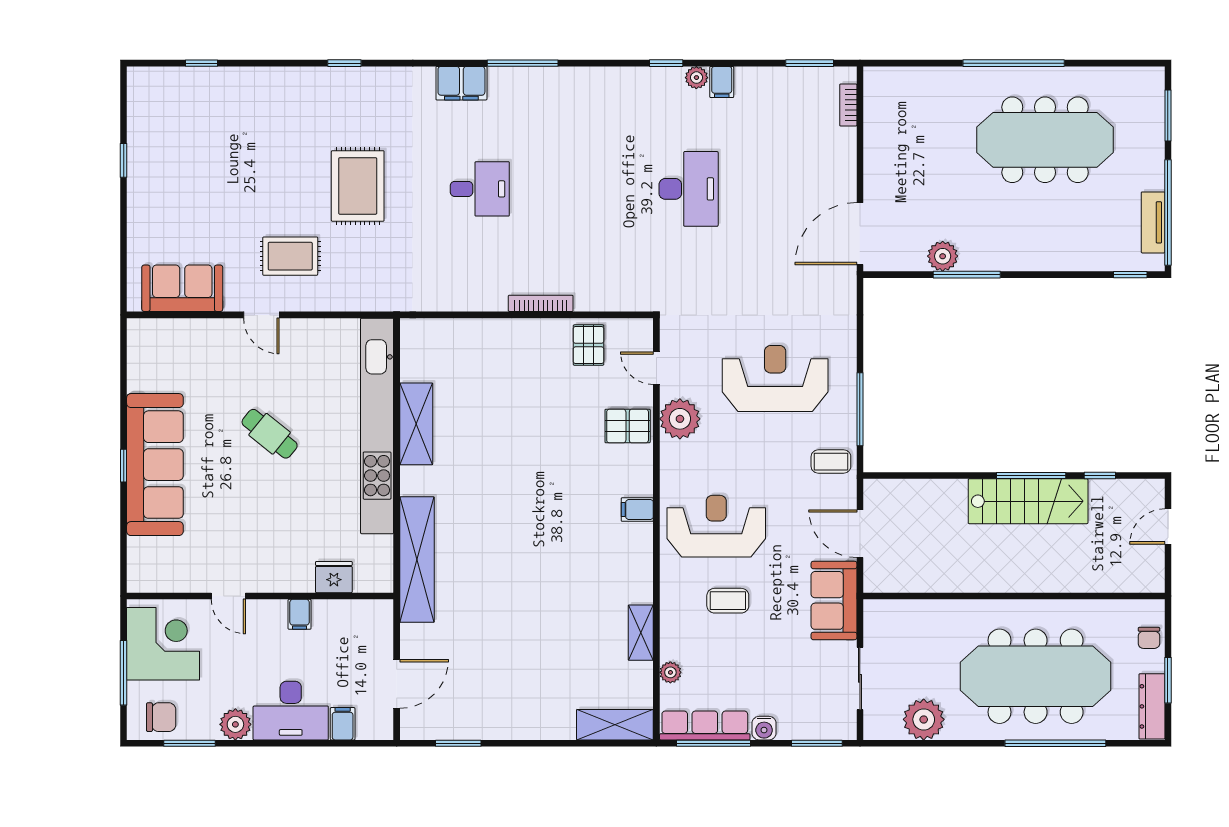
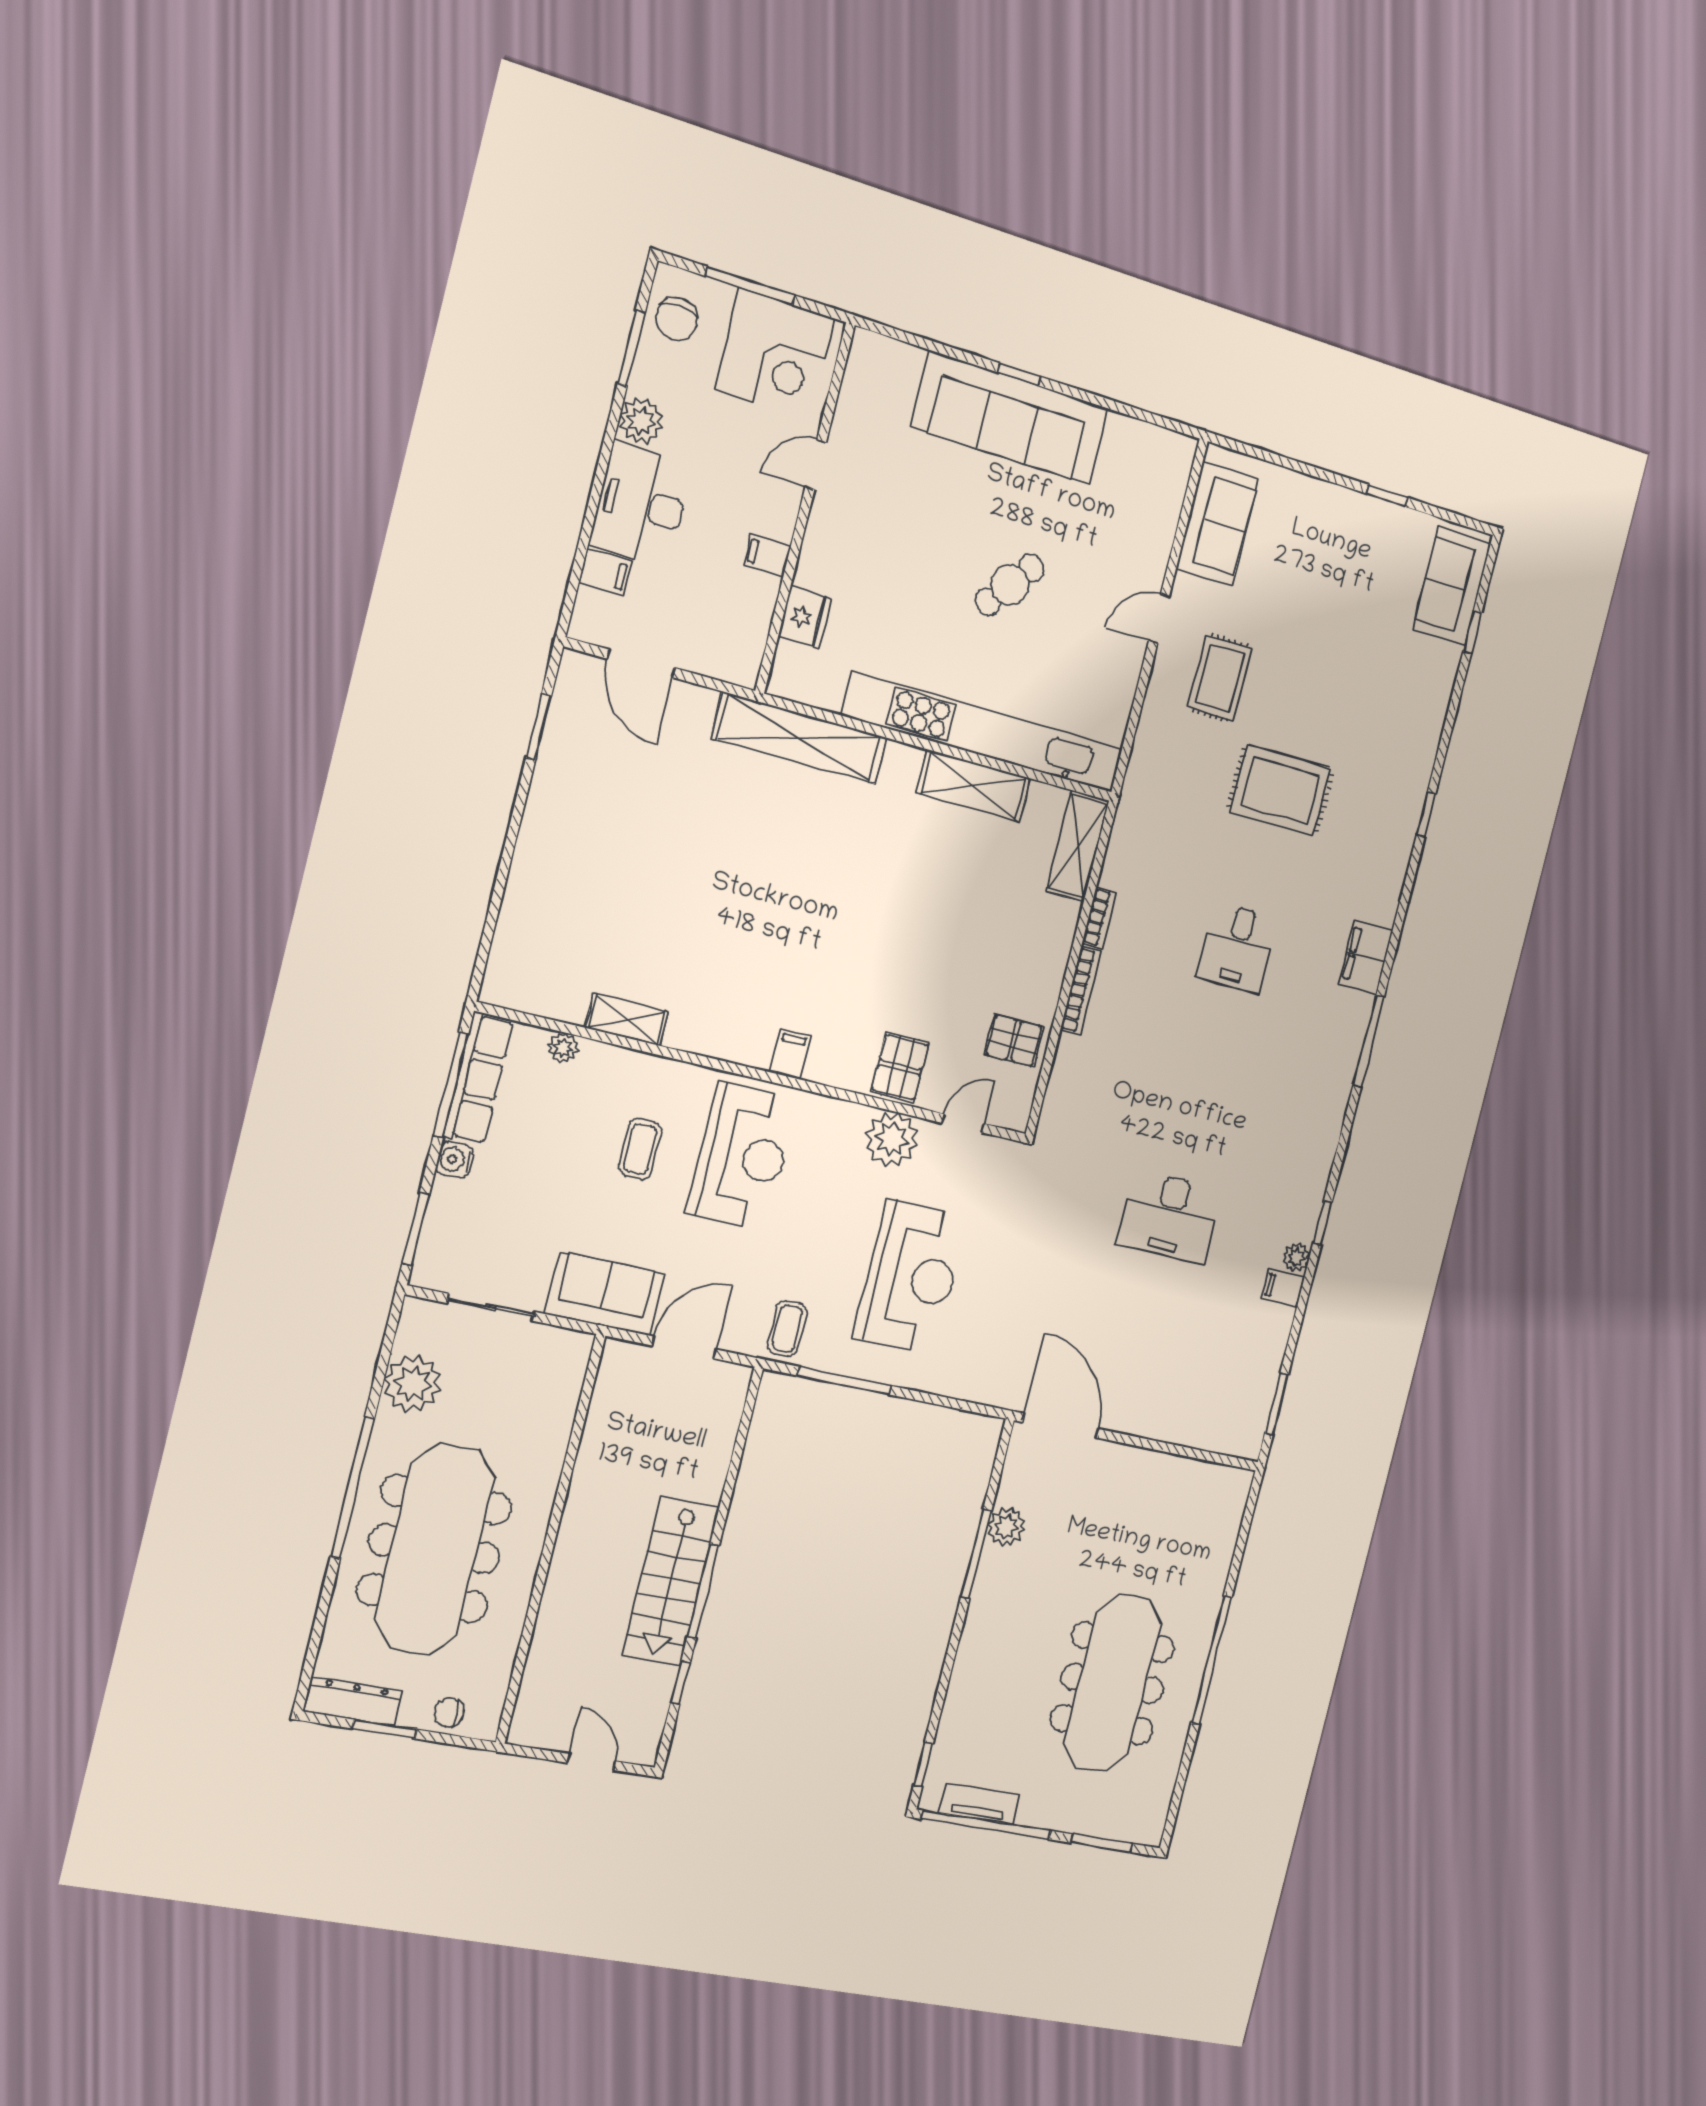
sofa: (173, 89) -> (1452, 586), added
bookcase: (848, 105) -> (1099, 918), moved, turned 90
shelving: (615, 725) -> (1078, 846), moved
window: (1055, 743) -> (352, 1488), moved

